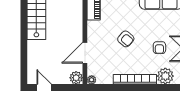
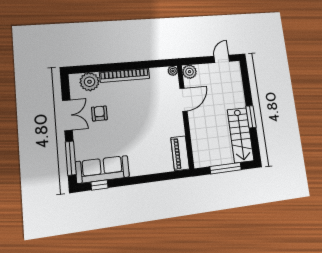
window: (24, 31) -> (251, 117), added
armchair: (126, 39) -> (140, 119), removed
door: (44, 88) -> (222, 59), swing flipped

